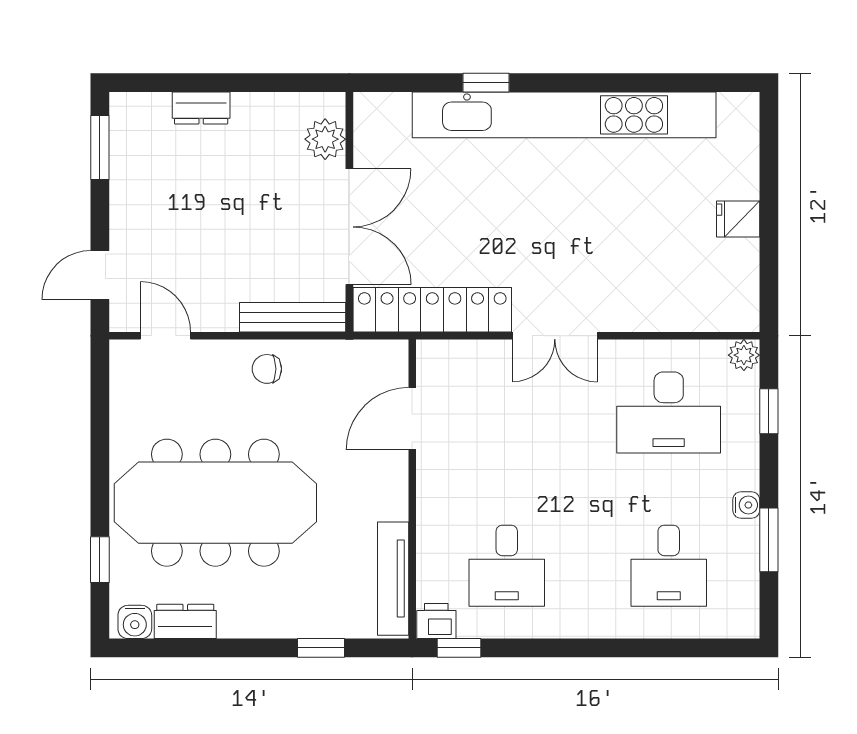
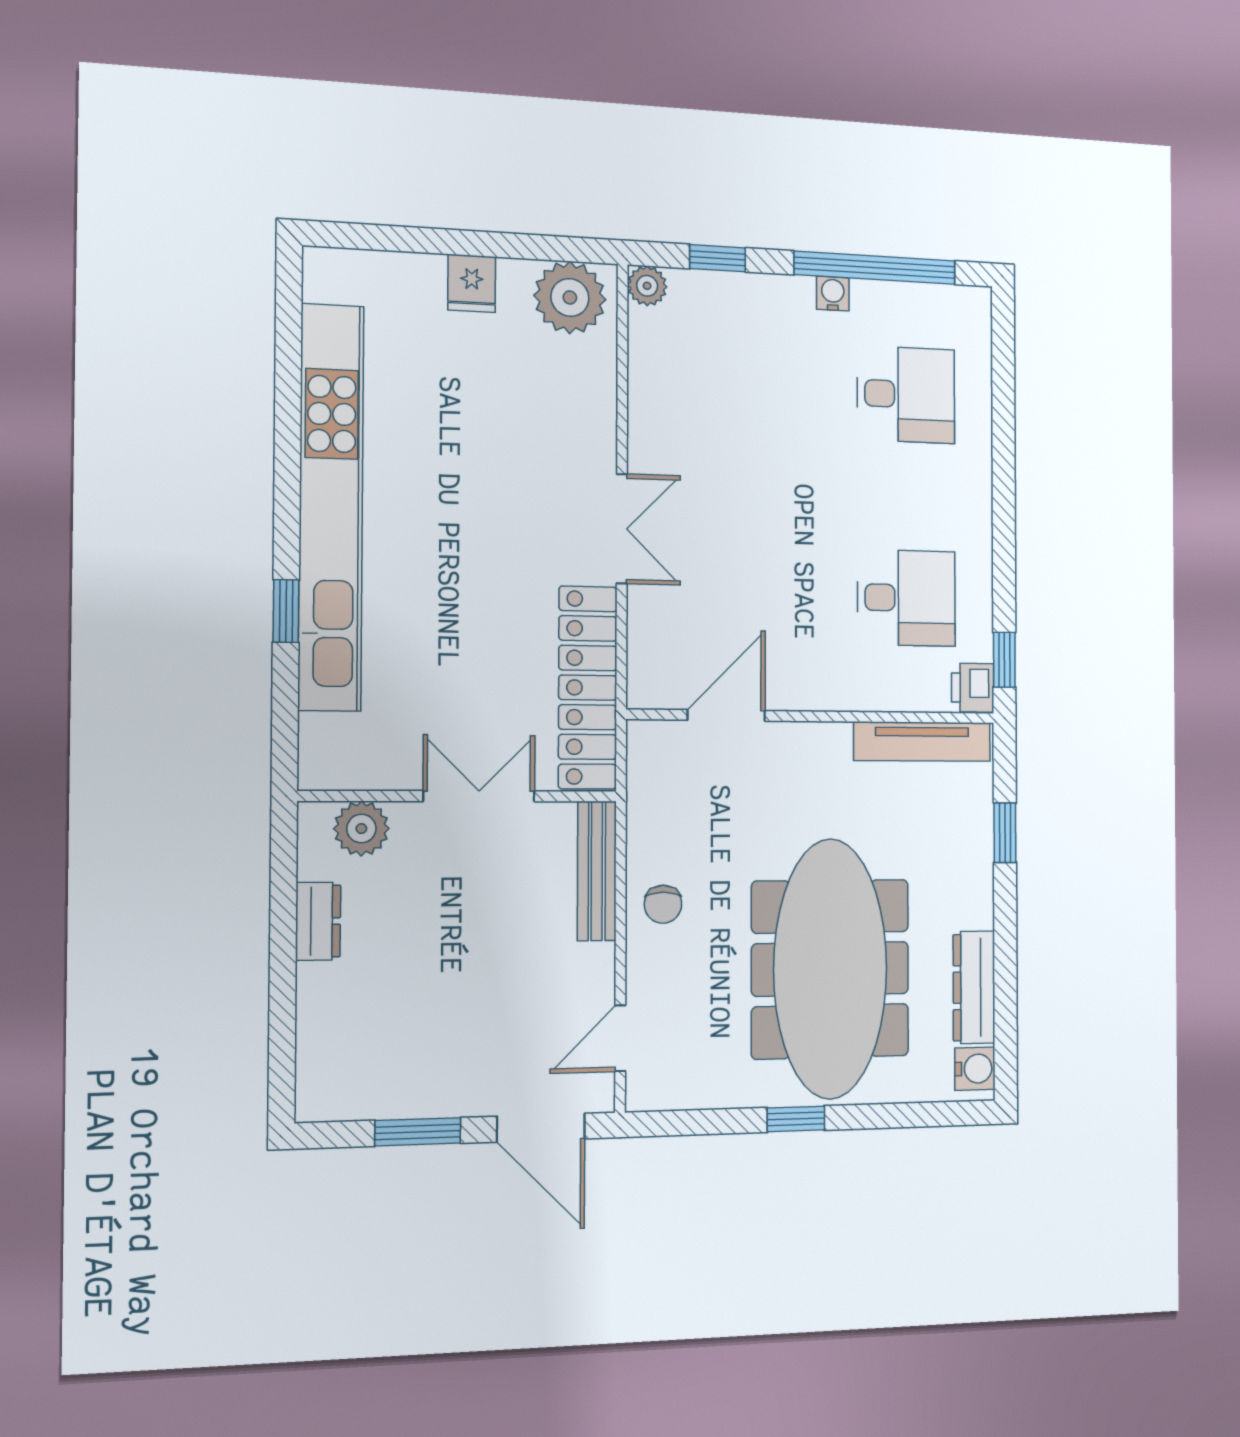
dresser: (201, 108) -> (318, 921), moved
window: (100, 147) -> (418, 1132), moved
double door: (349, 227) -> (479, 796), width x0.73
door: (100, 275) -> (541, 1128), width x1.38
plant: (731, 295) -> (570, 297), added
desk: (669, 413) -> (719, 386), removed
door: (412, 419) -> (726, 715), swing flipped
window: (769, 540) -> (875, 268), width x2.11
window: (100, 560) -> (796, 1119), moved
dresser: (185, 621) -> (974, 987), width x1.44

